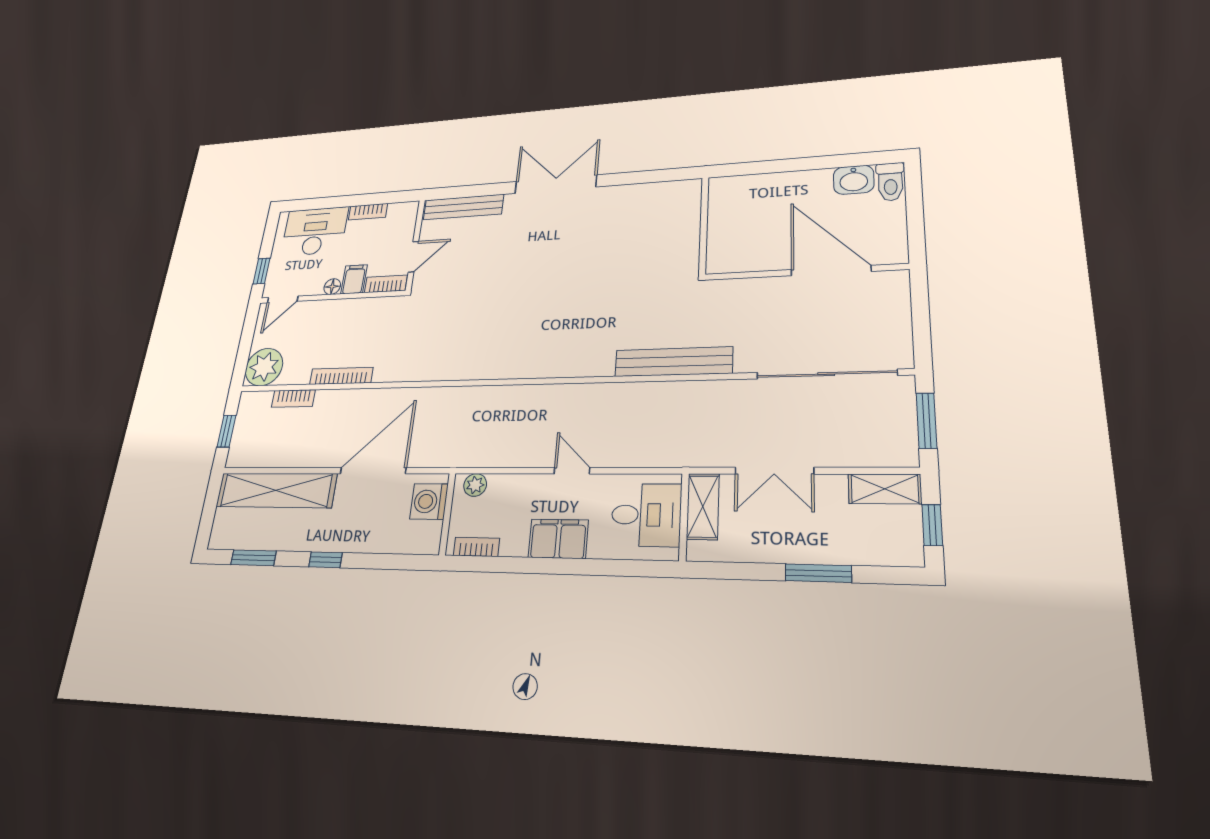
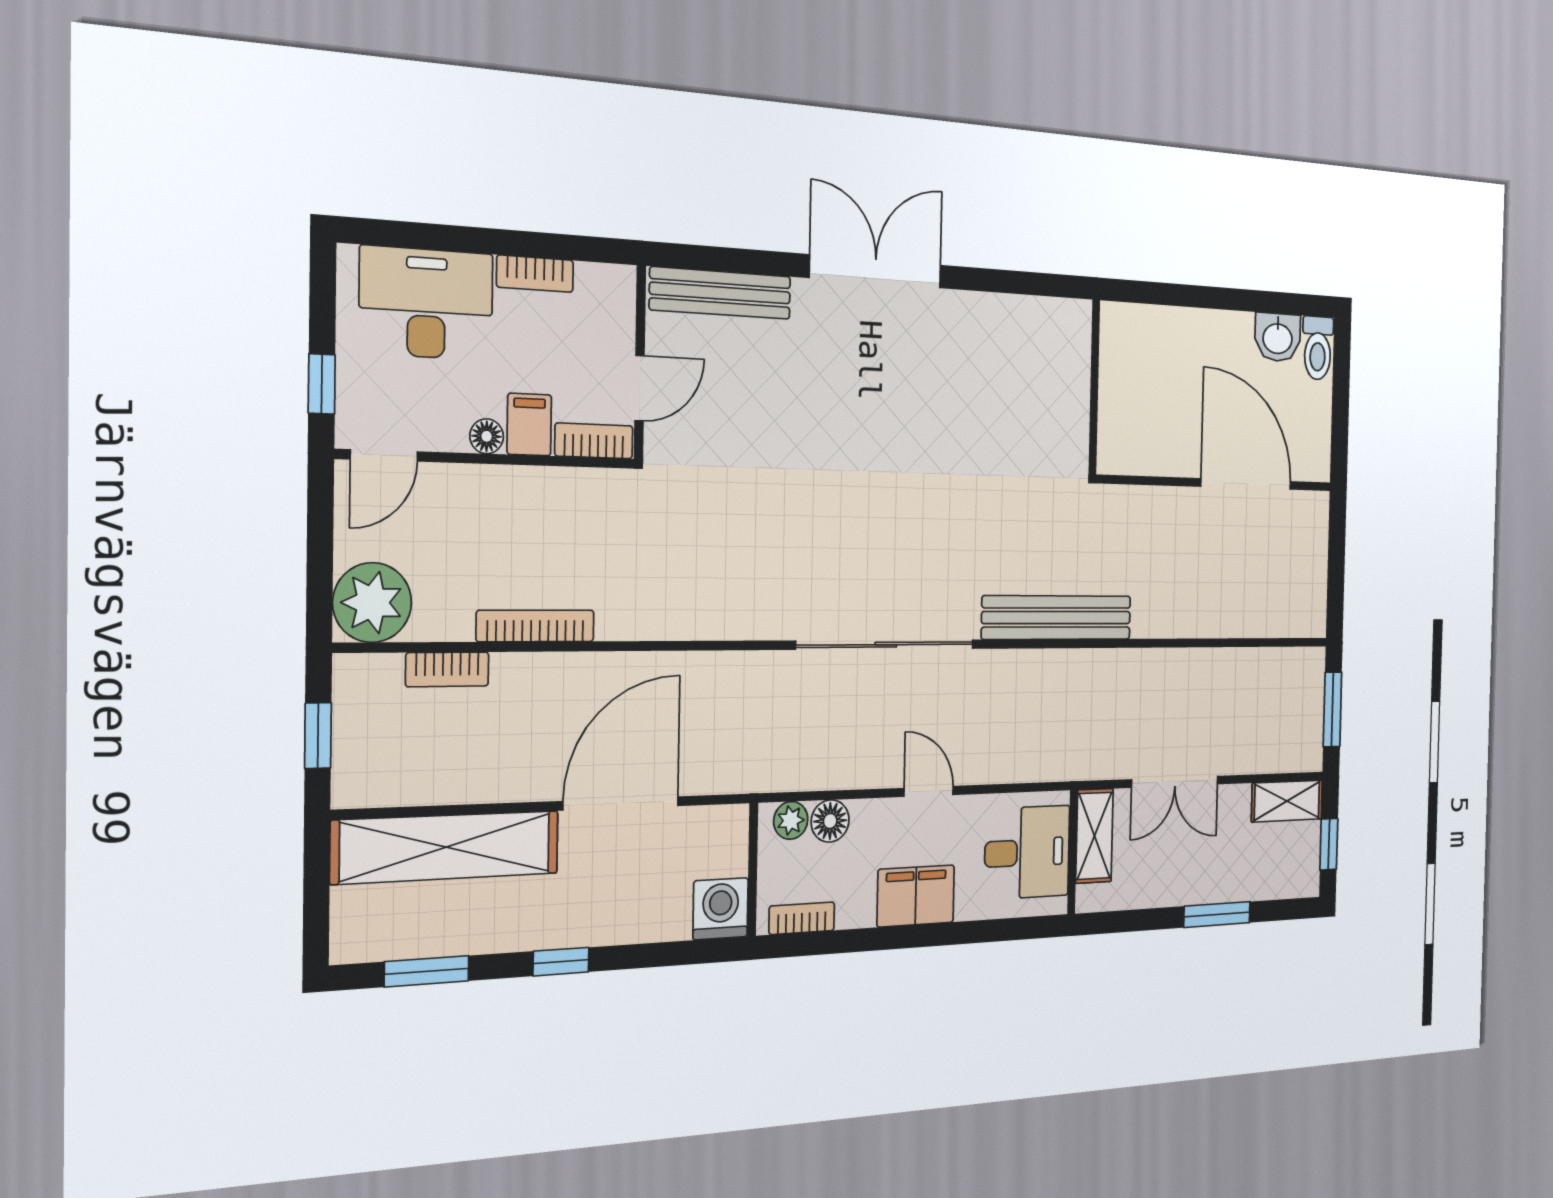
sliding door: (826, 374) -> (886, 645), moved
floor lamp: (501, 487) -> (830, 821), added
washing machine: (429, 501) -> (721, 909), moved, turned 90

